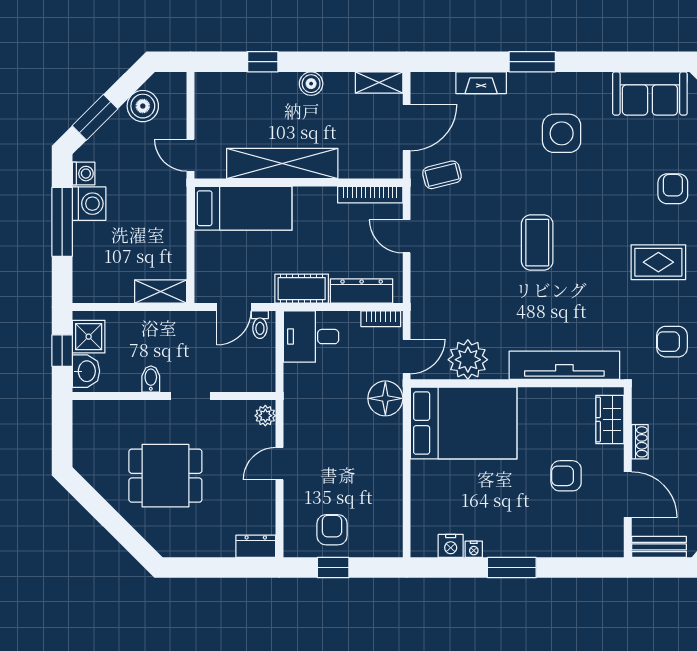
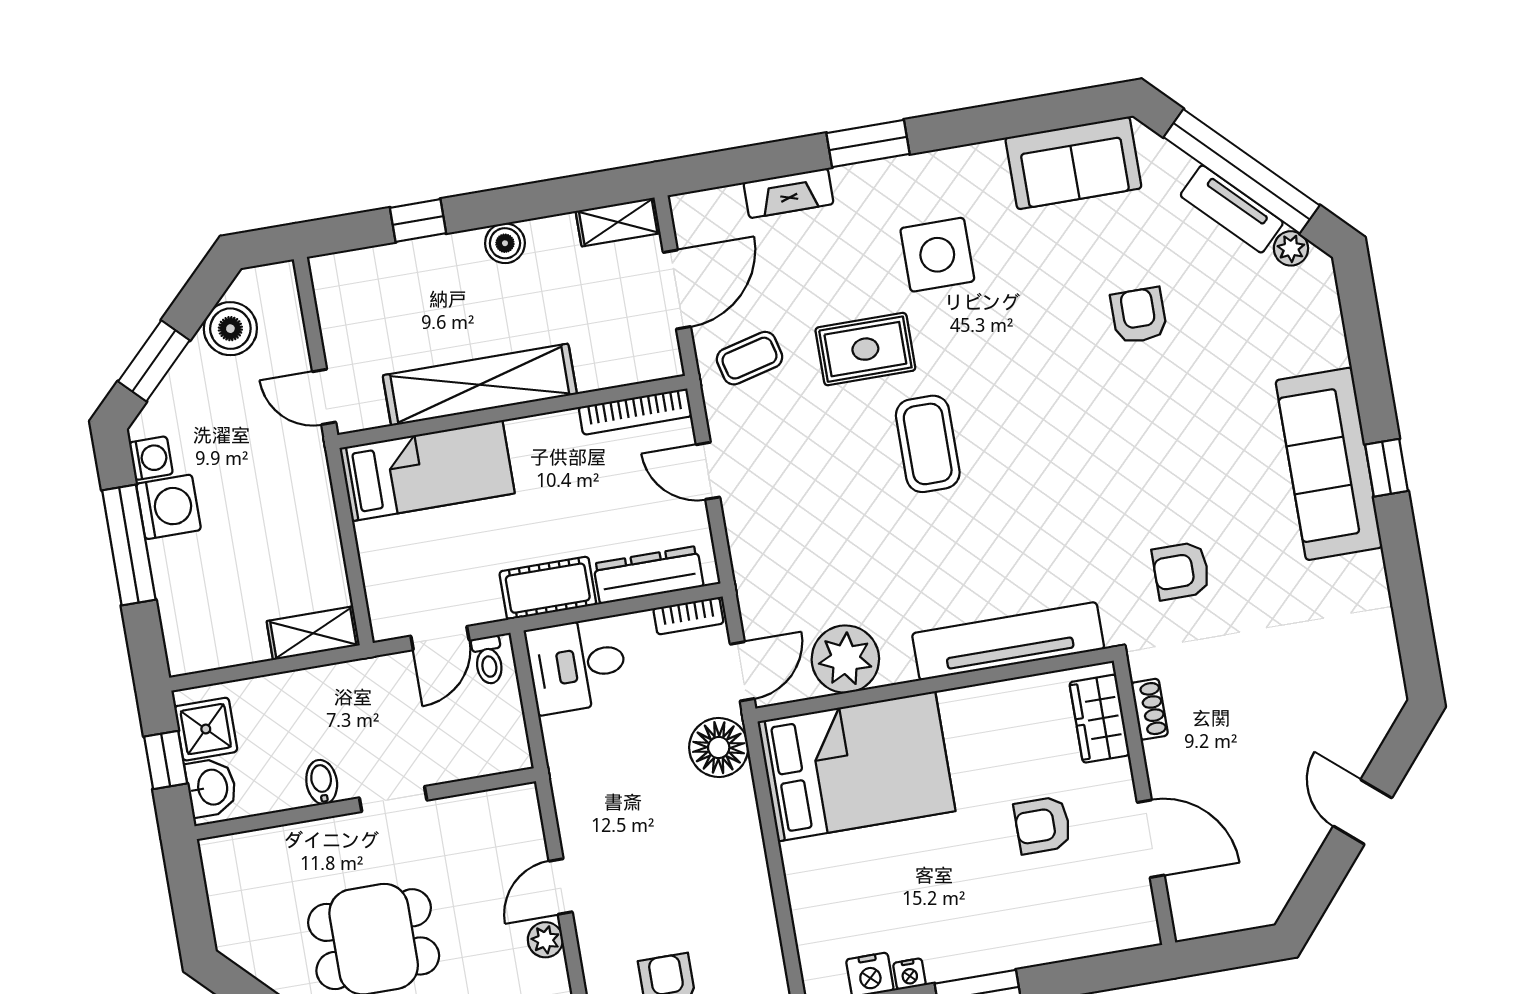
rug: (658, 262) -> (865, 349), moved
plant: (265, 416) -> (545, 940), moved
shoe rack: (640, 442) -> (1149, 709), moved
bench: (659, 547) -> (1218, 917), removed

